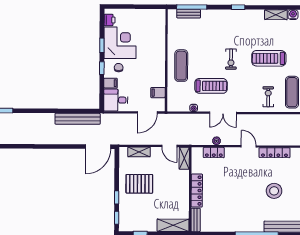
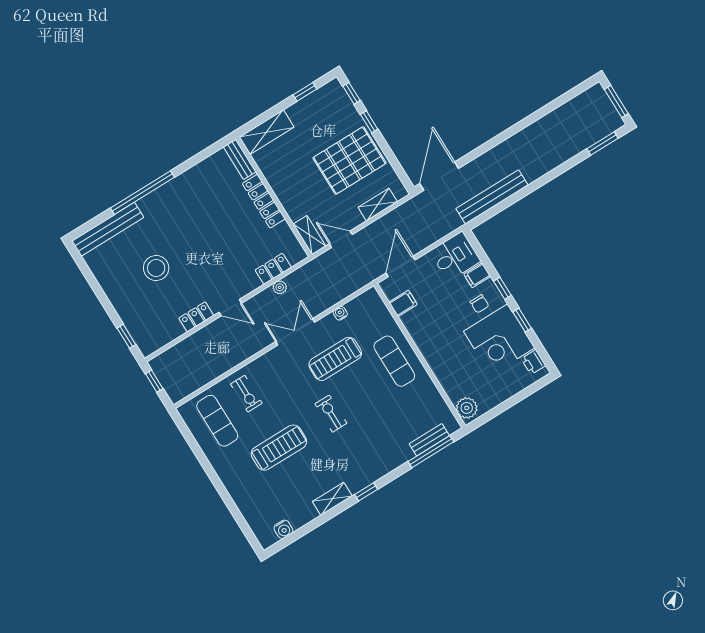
shelving: (276, 15) -> (332, 499), moved
plant: (159, 18) -> (467, 408), added
locker: (274, 153) -> (196, 317), width x0.66
pallet: (139, 184) -> (349, 160), width x1.37, depth x1.41

